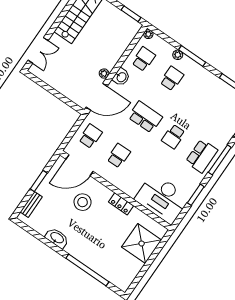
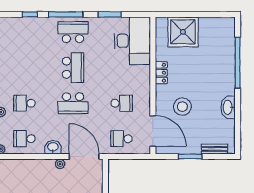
school desk: (145, 117) -> (73, 103), turned -90
school desk: (173, 137) -> (73, 68), width x1.85
school desk: (119, 156) -> (122, 103), turned 180

